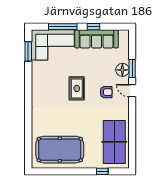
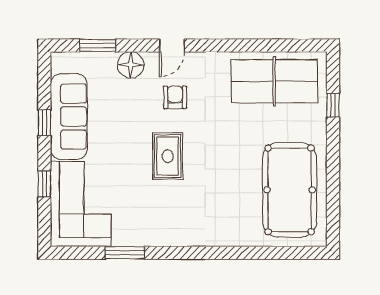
window: (63, 27) -> (44, 184), width x0.46
window: (28, 51) -> (125, 253), moved
window: (132, 69) -> (97, 45), moved
rug: (77, 88) -> (168, 156), turned 90

